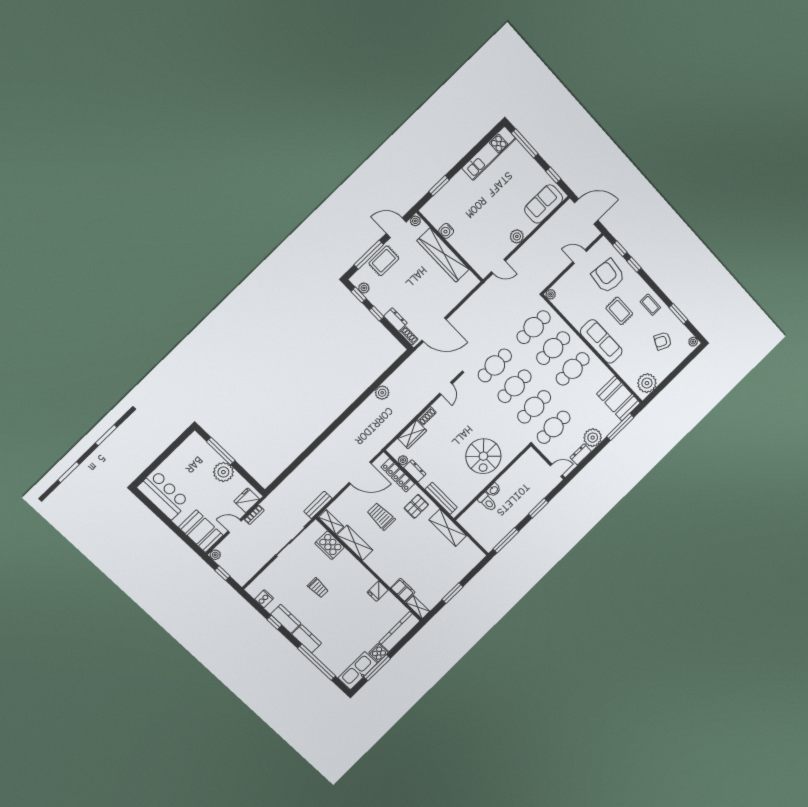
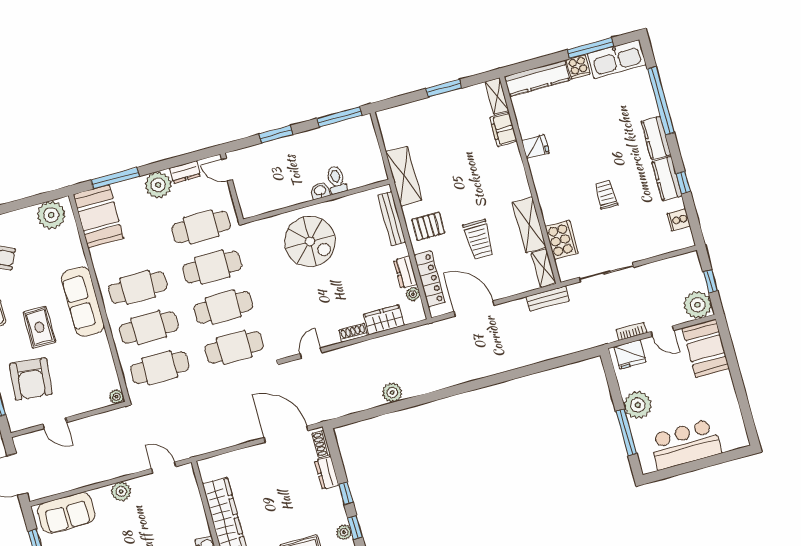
spiral stairs: (483, 456) -> (310, 241), turned 90
bar counter: (163, 495) -> (685, 444), moved, turned 90
plant: (215, 555) -> (698, 305), width x1.88, depth x1.88

